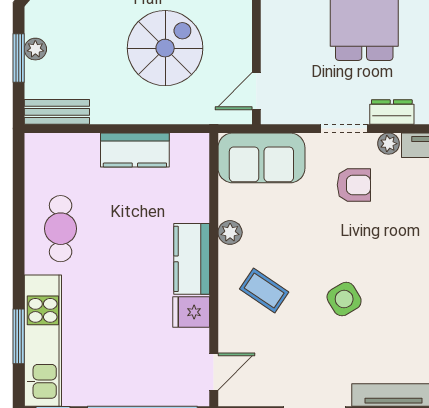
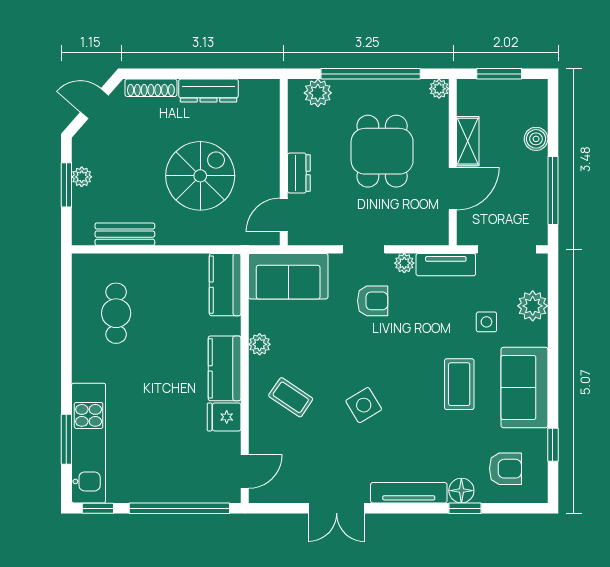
bench: (57, 112) -> (125, 234), moved
dresser: (392, 112) -> (299, 173), moved, turned 90
kitchen counter: (135, 150) -> (225, 285), moved, turned 90
cafe table: (61, 229) -> (116, 313), moved

